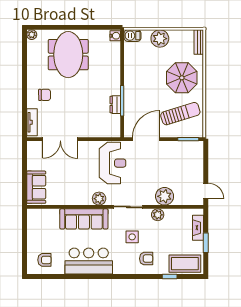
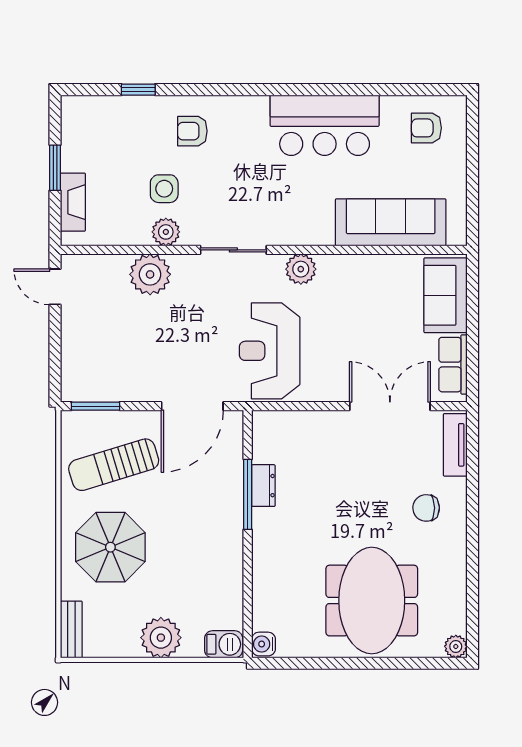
row of seats: (33, 157) -> (453, 365), added
sofa: (84, 219) -> (391, 222), moved
side table: (132, 237) -> (164, 189), moved
coffee table: (185, 264) -> (103, 119), removed

